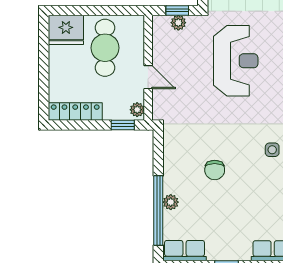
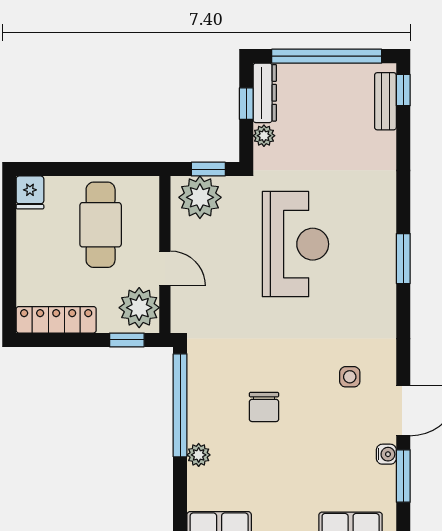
plant: (178, 23) -> (200, 197), width x1.87, depth x1.87
fridge: (66, 30) -> (30, 192), width x0.53, depth x0.75
plant: (137, 110) -> (139, 308), width x1.88, depth x1.88
window: (158, 211) -> (180, 405), moved

